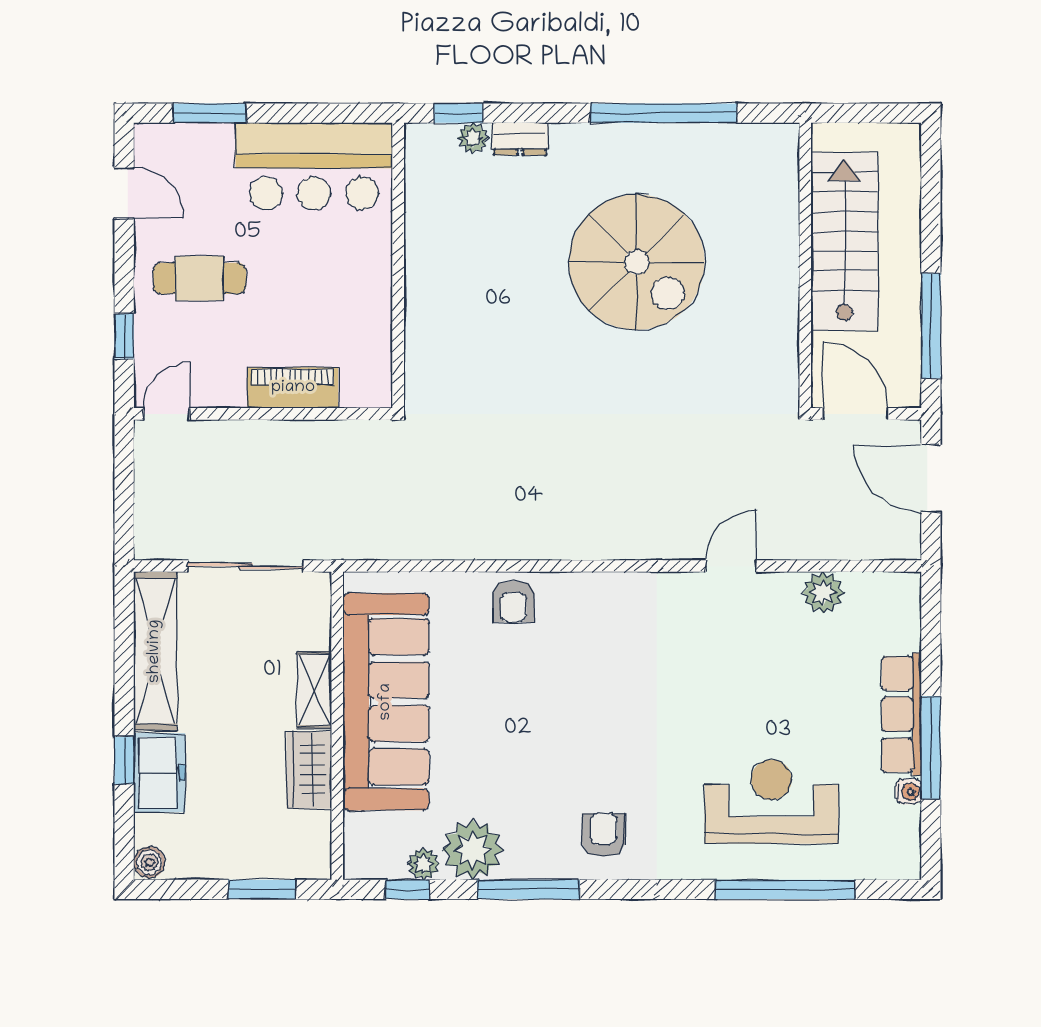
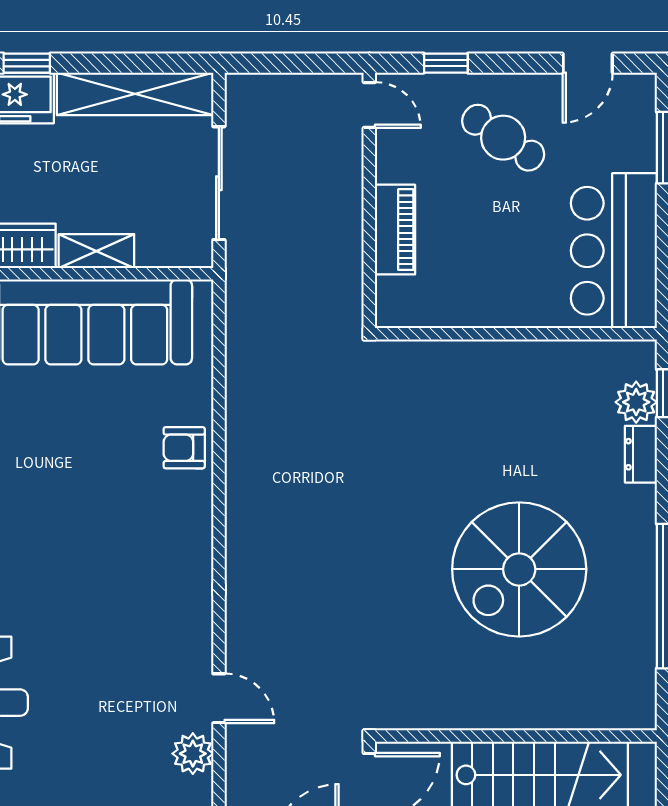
plant: (473, 138) -> (636, 402), width x1.38, depth x1.38
cafe table: (200, 278) -> (503, 138), turned -56
door: (731, 566) -> (219, 698), moved

